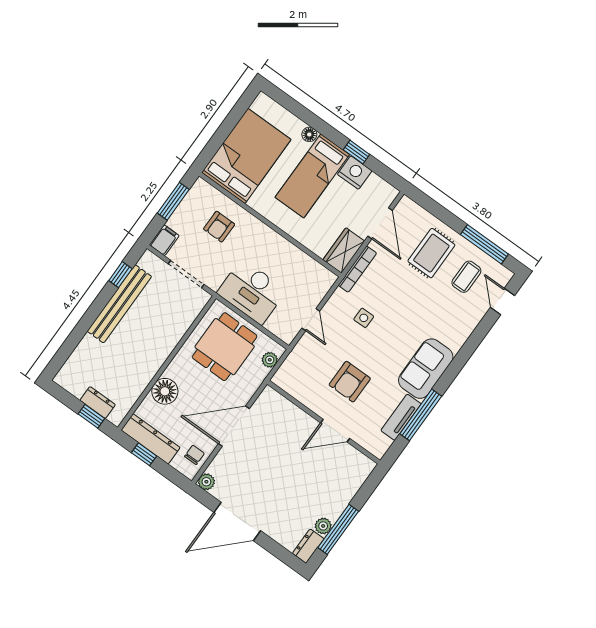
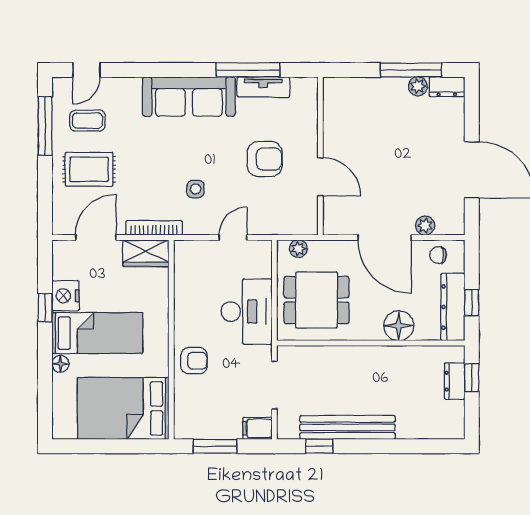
armchair: (219, 227) -> (194, 361), moved
sofa: (426, 369) -> (189, 97), width x1.36
door: (335, 431) -> (320, 177), moved
plant: (206, 482) -> (425, 226), moved

